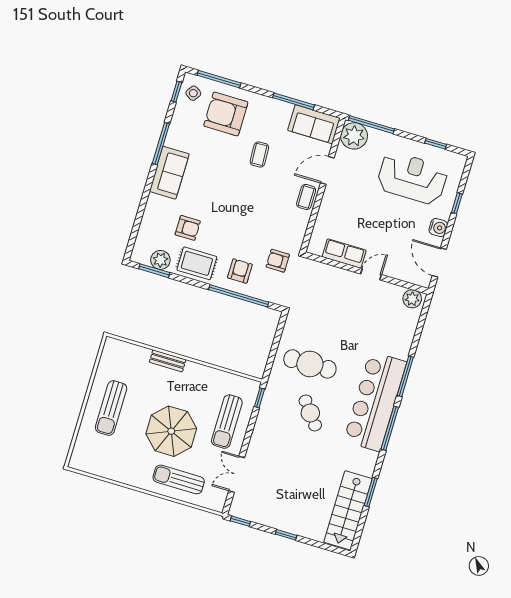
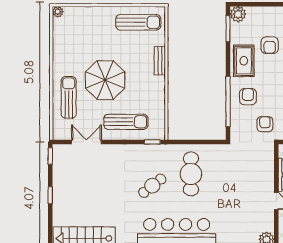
plant: (160, 260) -> (238, 14), moved
armchair: (240, 271) -> (248, 97), turned -90
sun lounger: (111, 408) -> (138, 22), moved, turned 180
sun lounger: (227, 422) -> (126, 122), turned 180
plant: (75, 462) -> (58, 12), added

